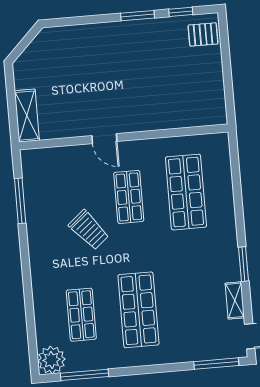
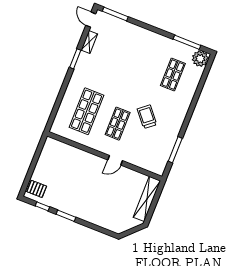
shelving: (27, 116) -> (147, 199), width x1.47
door: (104, 139) -> (115, 160), swing flipped
shop shelf: (138, 310) -> (142, 62), removed

